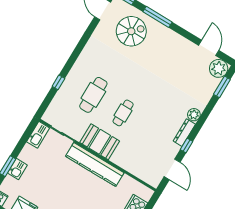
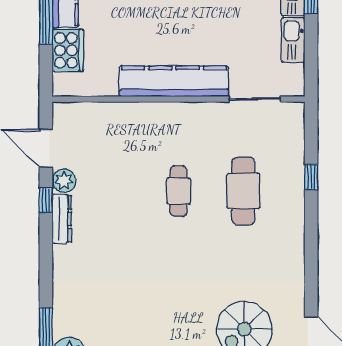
plant: (194, 115) -> (64, 181), moved
kitchen sink: (38, 135) -> (293, 40), moved
booth: (100, 142) -> (188, 122), removed

